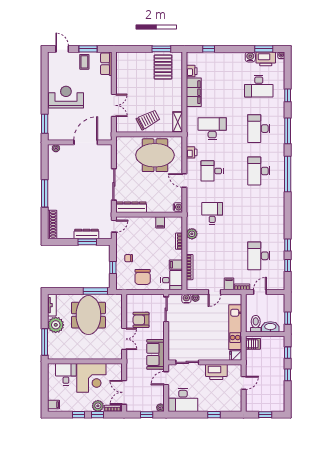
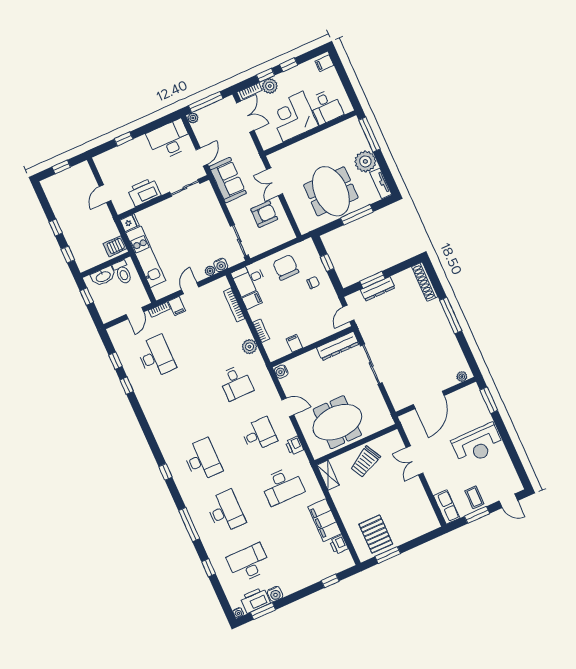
window: (288, 174) -> (165, 472), width x0.32
window: (95, 291) -> (357, 215), moved
window: (147, 415) -> (206, 102), width x2.17

